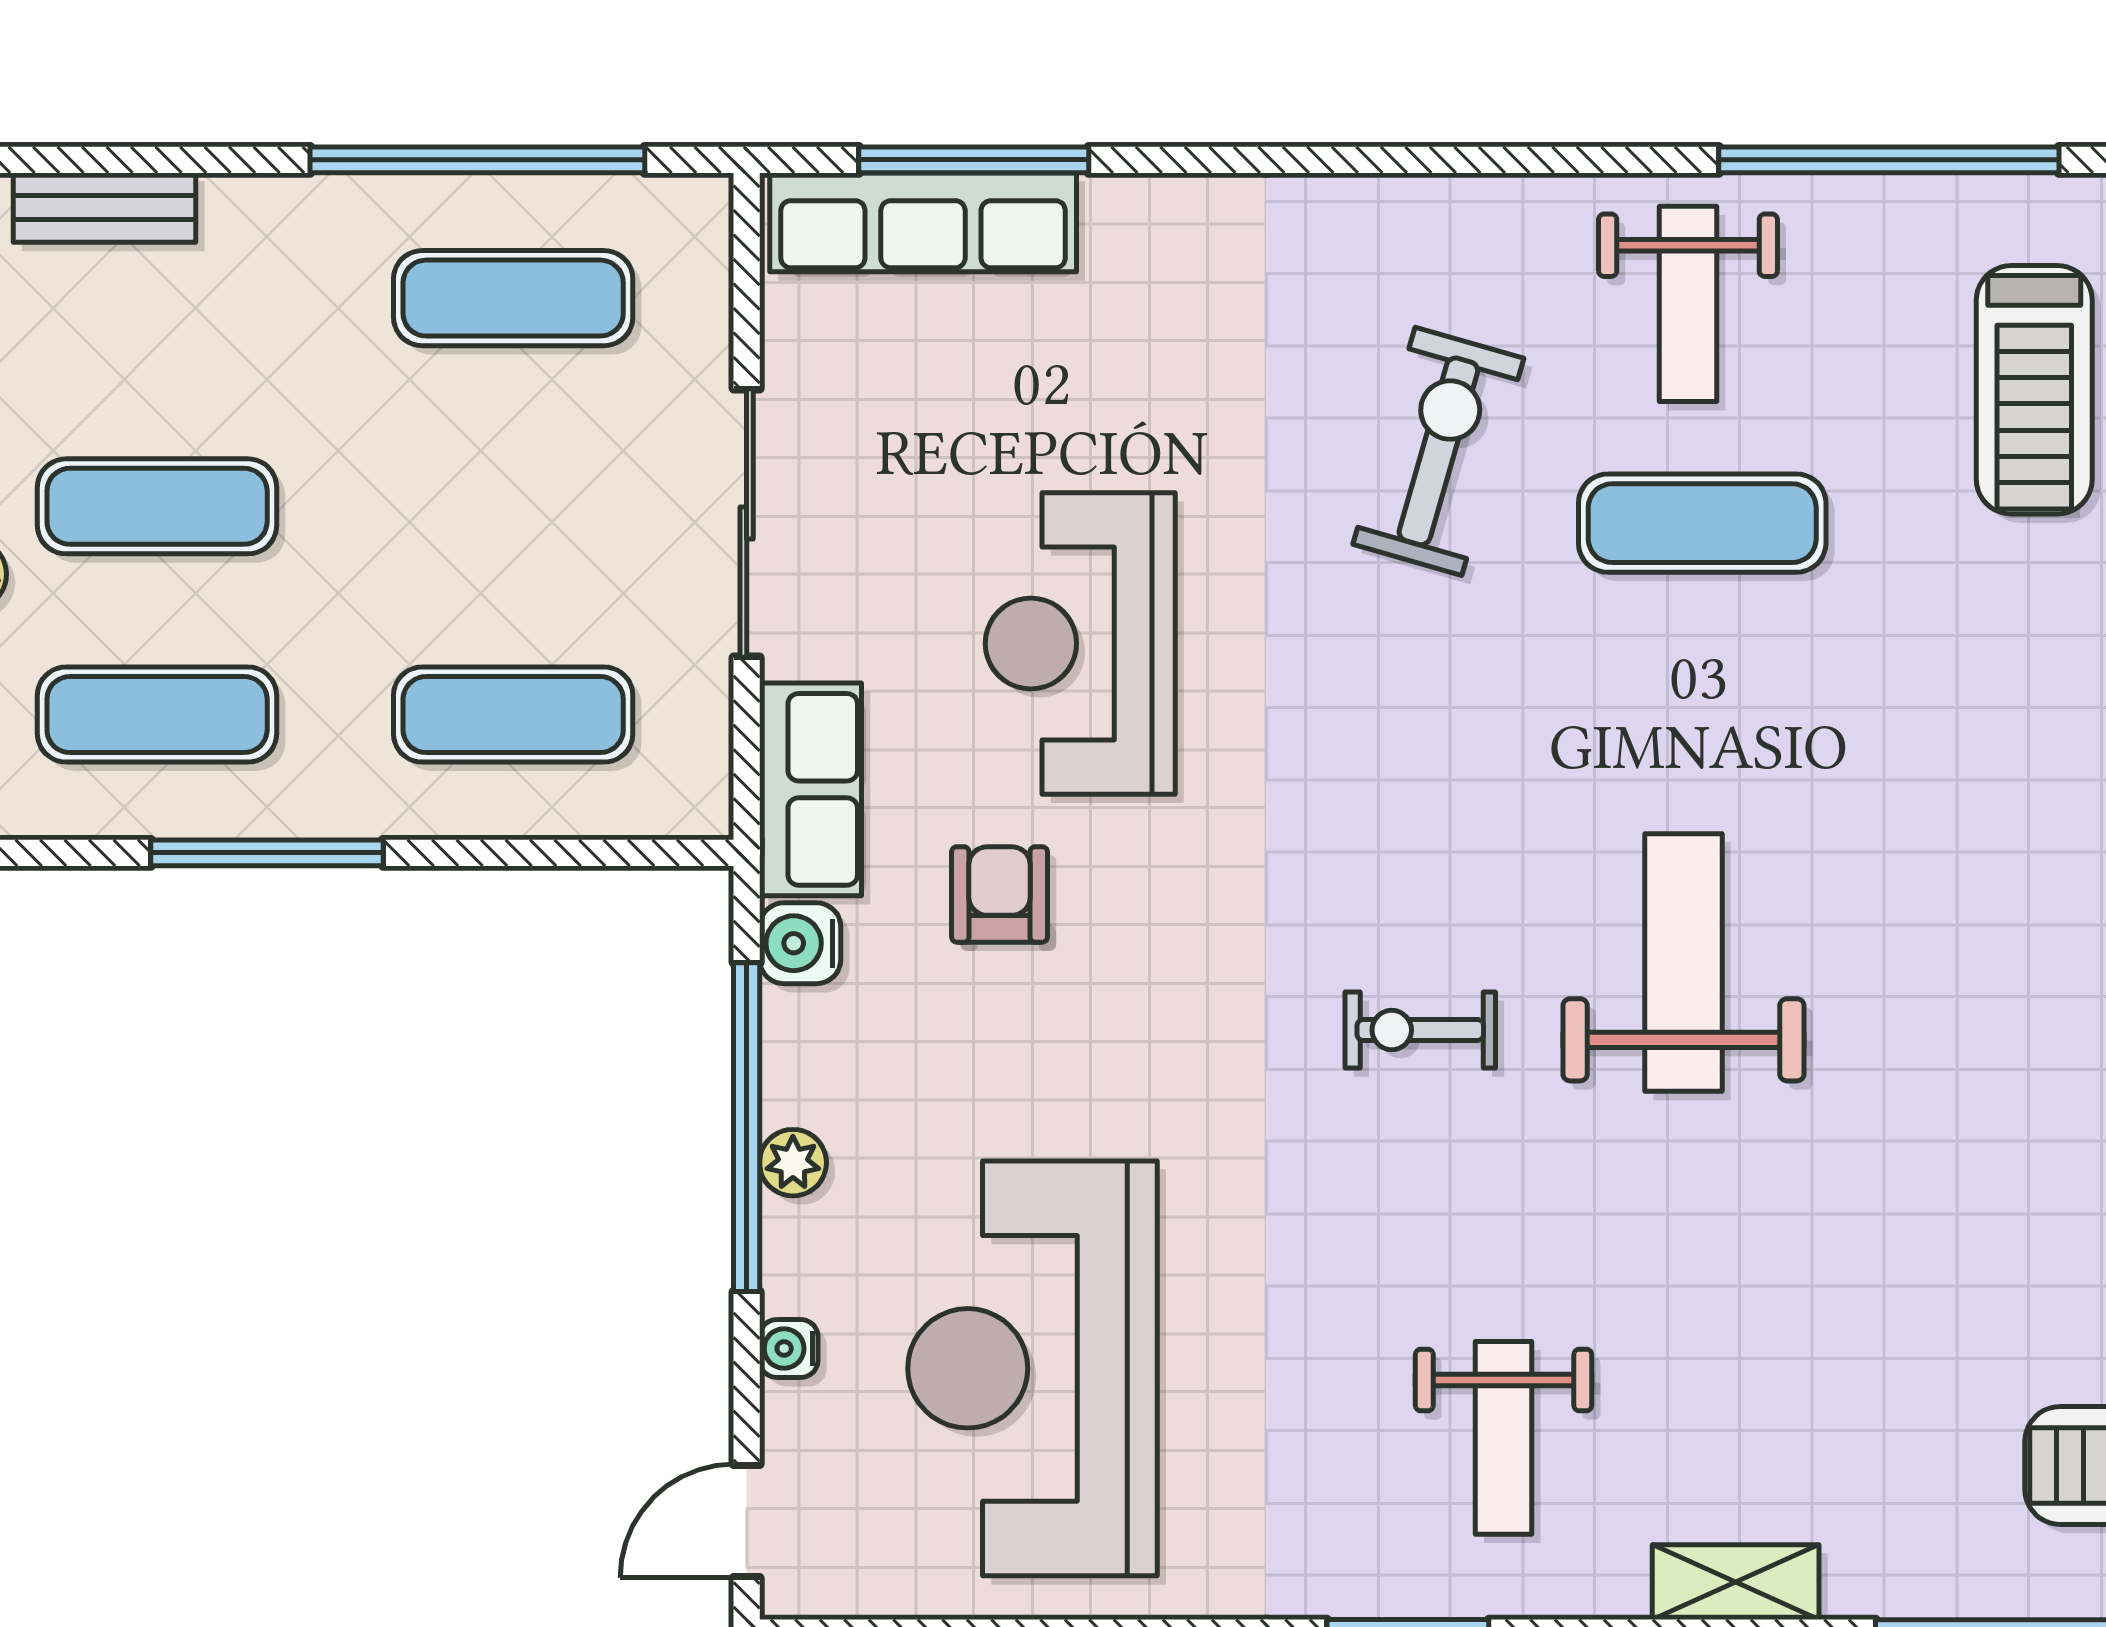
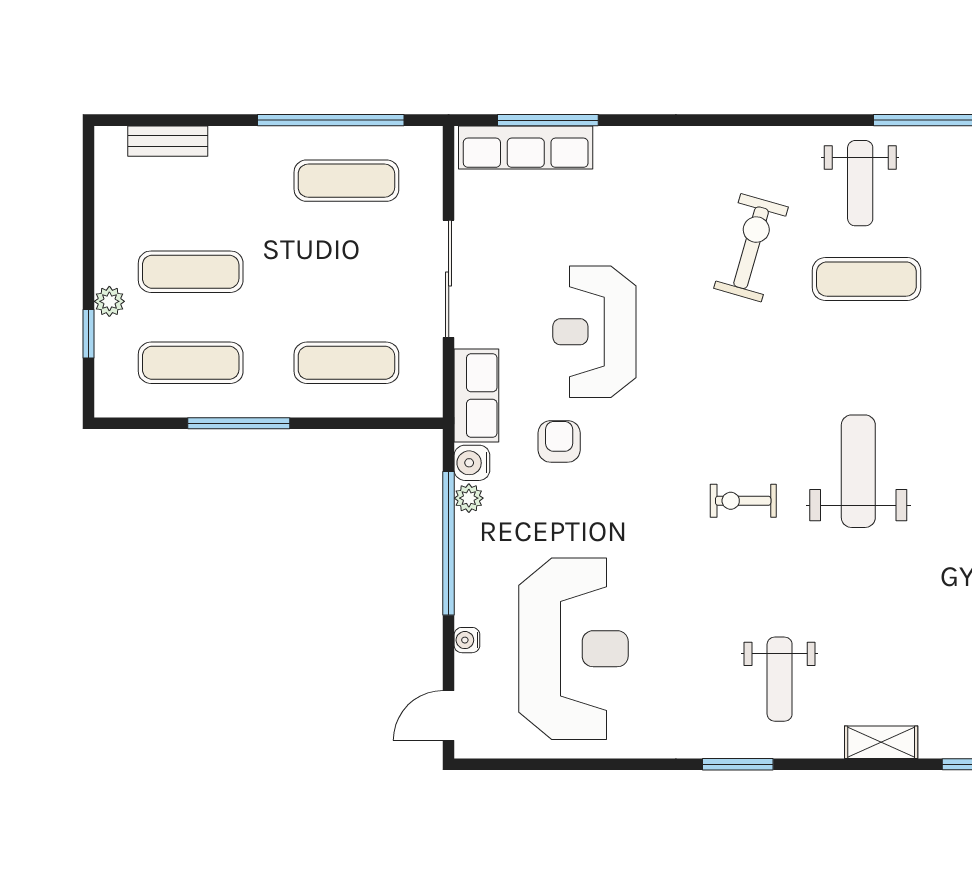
plant: (793, 1163) -> (469, 498), moved
reception desk: (1032, 1368) -> (574, 649), turned 180

